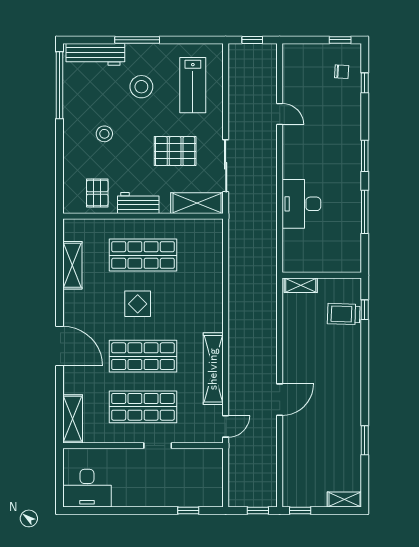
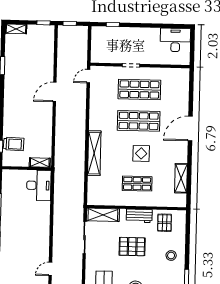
door: (280, 114) -> (50, 269), hinge flipped
stool: (104, 134) -> (171, 255), moved
pallet: (175, 151) -> (132, 247), moved
desk: (301, 204) -> (39, 185), moved
shop shelf: (143, 255) -> (137, 184), width x0.70, depth x0.74
door: (59, 346) -> (190, 128), hinge flipped
shelving: (213, 369) -> (94, 153), moved
shelving: (73, 419) -> (183, 83), removed

